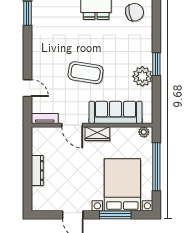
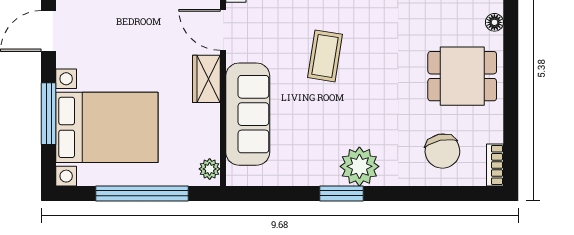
coffee table: (86, 73) -> (325, 56), width x0.73, depth x0.76
plant: (142, 76) -> (359, 166), moved
door: (72, 125) -> (223, 30), hinge flipped

